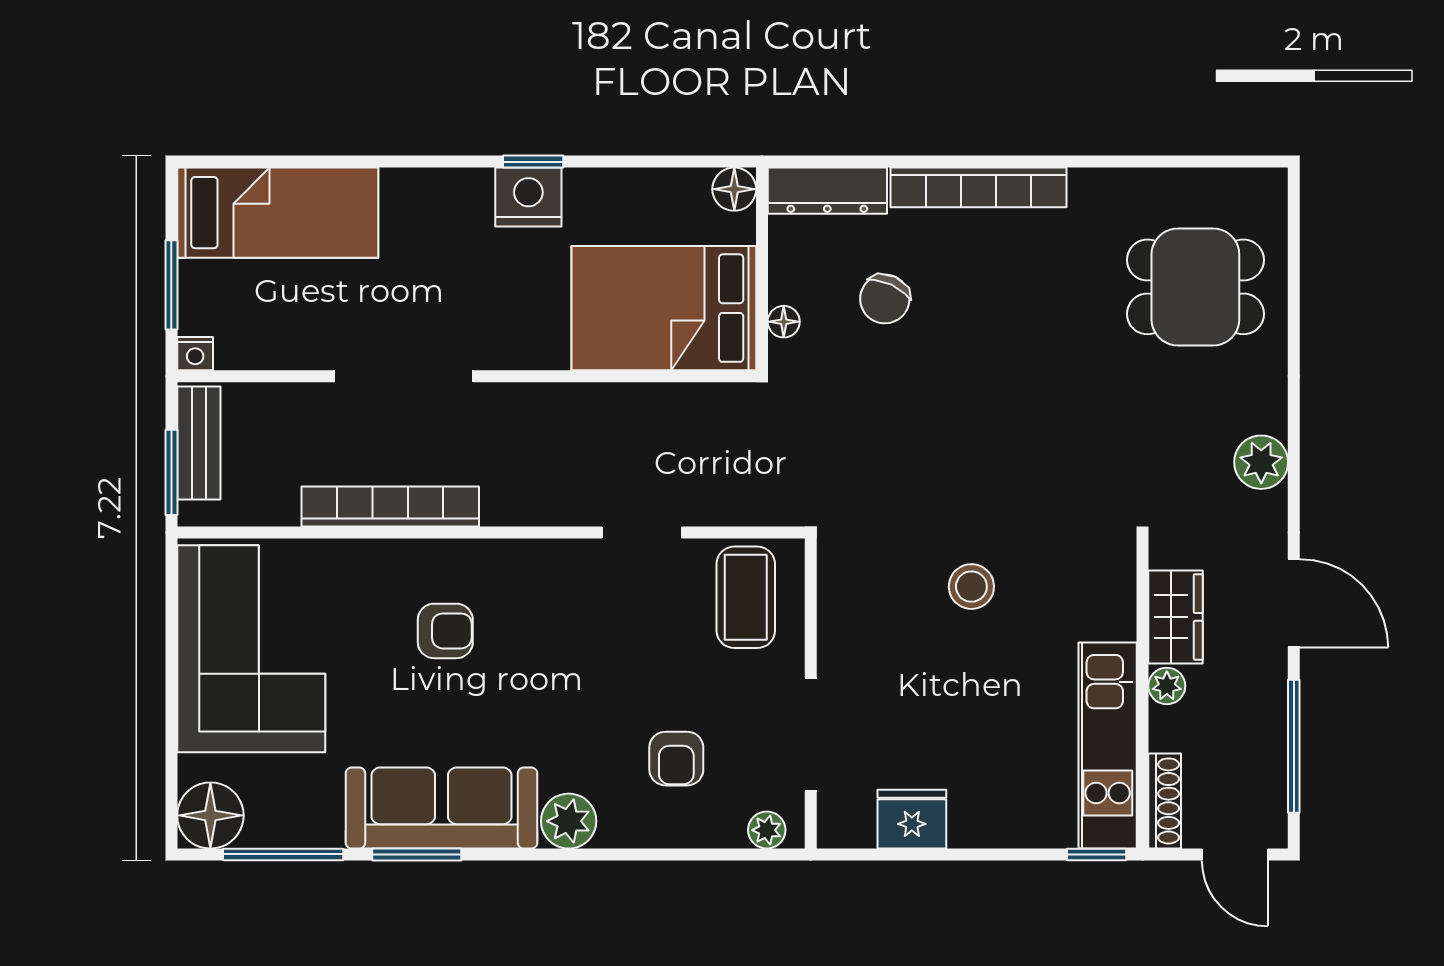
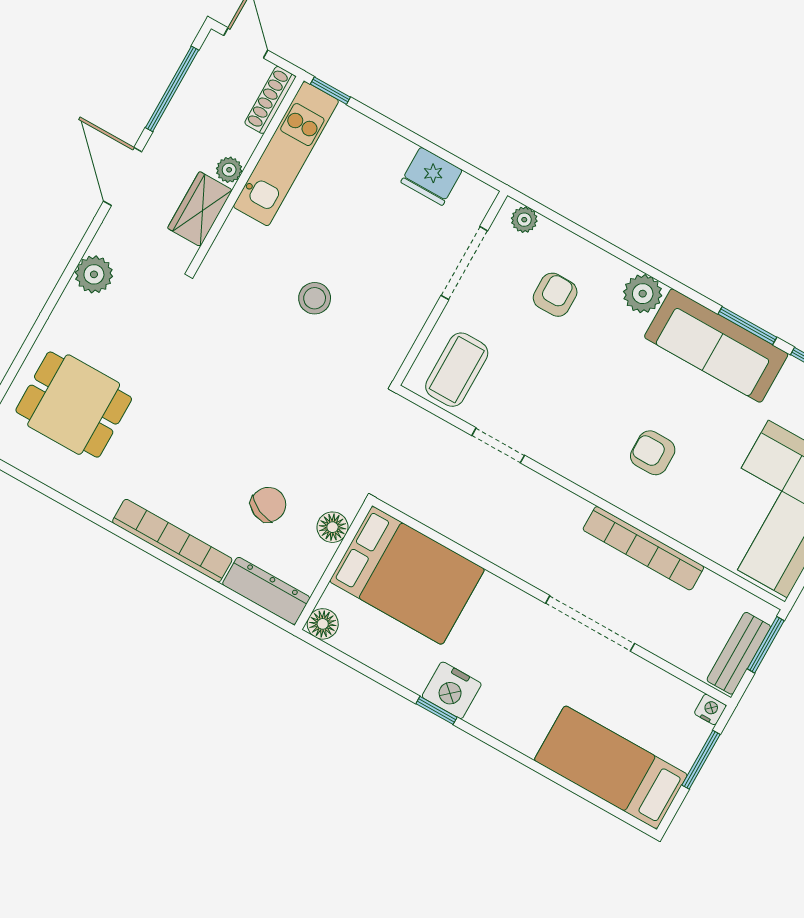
floor lamp: (784, 322) -> (333, 527), width x1.37, depth x1.37

